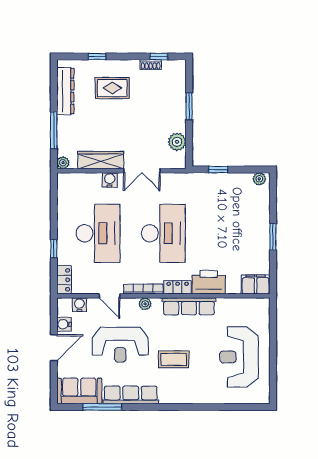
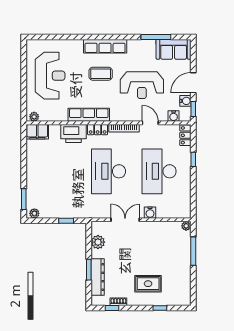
dresser: (65, 91) -> (98, 277), moved, turned 180
wardrobe: (101, 160) -> (157, 228), removed
window: (273, 237) -> (24, 199), moved
plant: (145, 304) -> (34, 117), moved
window: (54, 314) -> (193, 109), added
reception desk: (120, 345) -> (142, 85), turned 180
row of seats: (131, 395) -> (105, 46), moved

